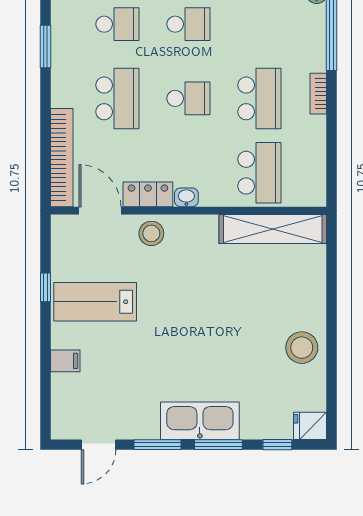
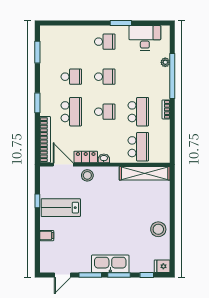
window: (45, 47) -> (37, 103), moved

